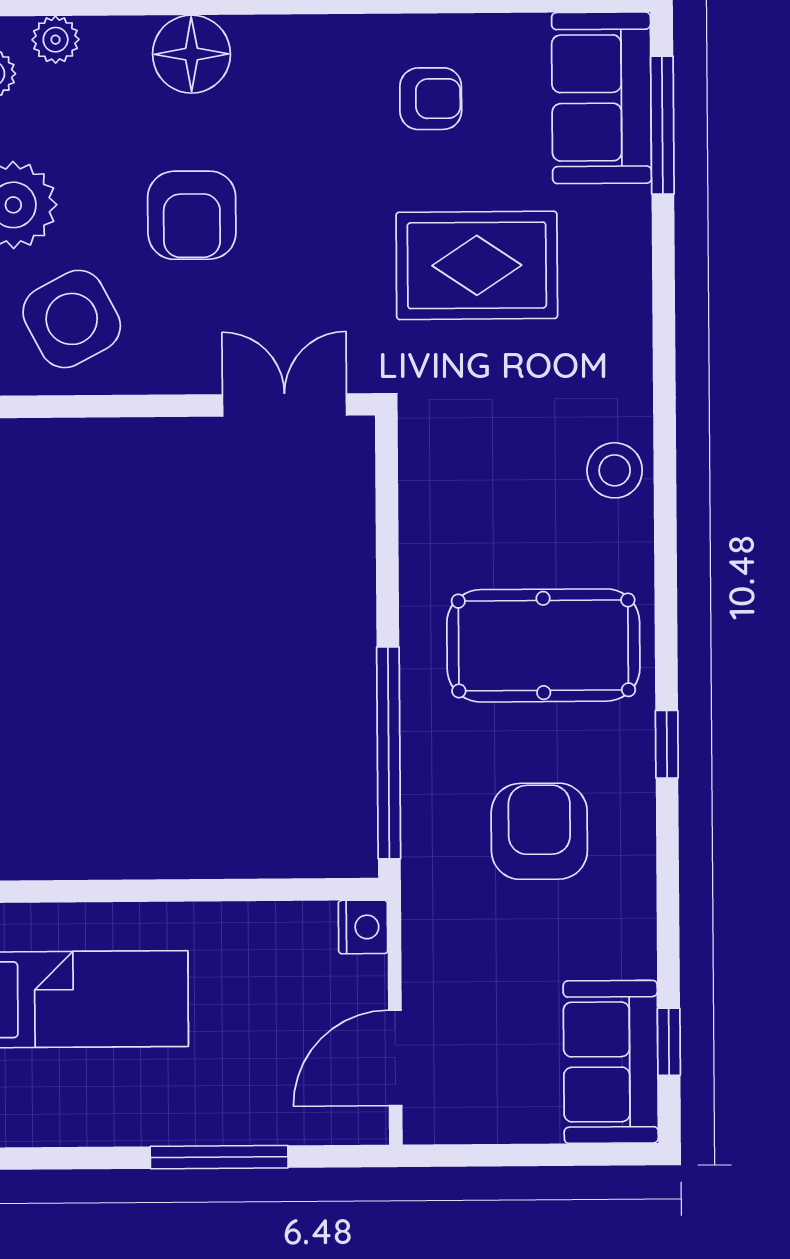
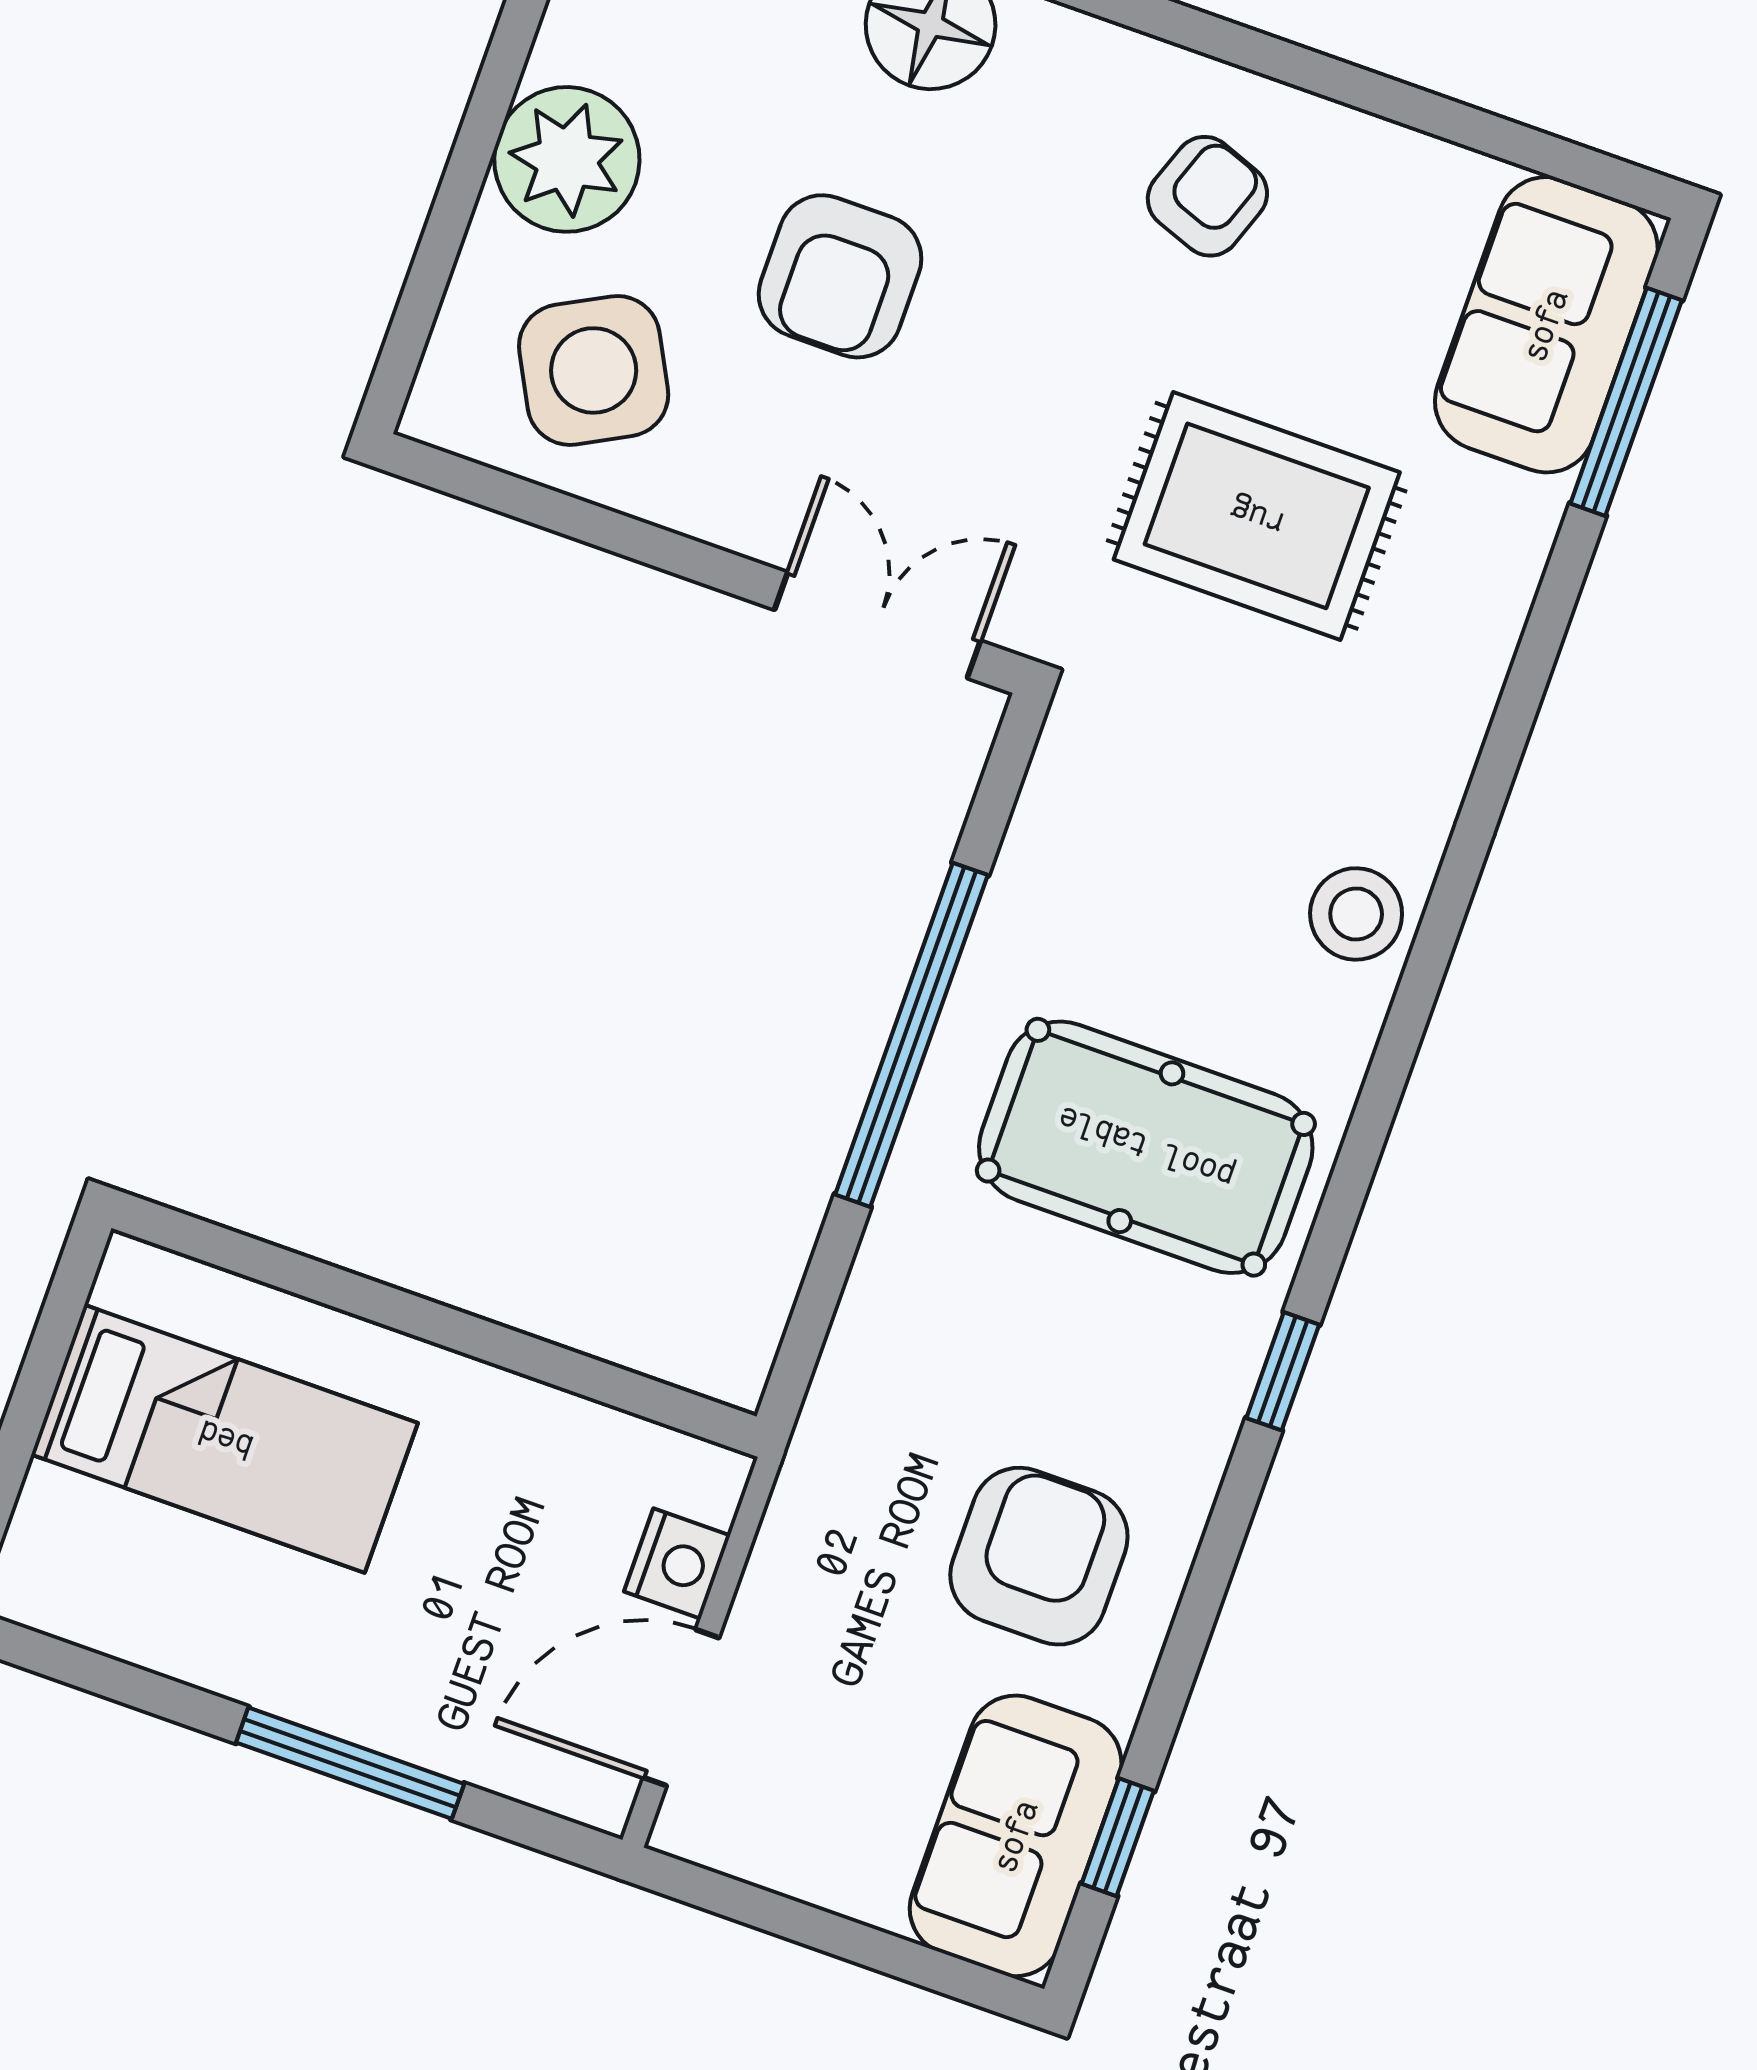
armchair: (431, 99) -> (1207, 196), moved, turned -70
window: (389, 753) -> (912, 1035), moved
armchair: (539, 831) -> (1039, 1556), moved
nightstand: (363, 927) -> (677, 1564), moved

